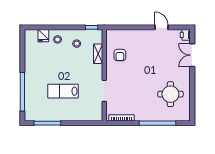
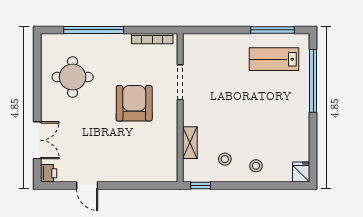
fridge: (43, 36) -> (301, 172), moved
armchair: (120, 55) -> (134, 103), moved, width x1.88, depth x1.88
lab bench: (63, 91) -> (274, 59), moved, turned 180

